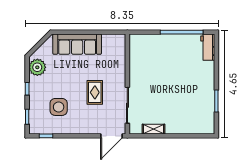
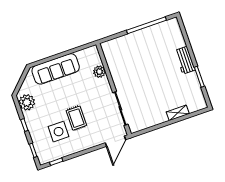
workbench: (208, 47) -> (185, 60), moved
plant: (119, 62) -> (99, 72), added
rug: (95, 92) -> (76, 118), moved
shelving: (154, 129) -> (178, 113), moved

